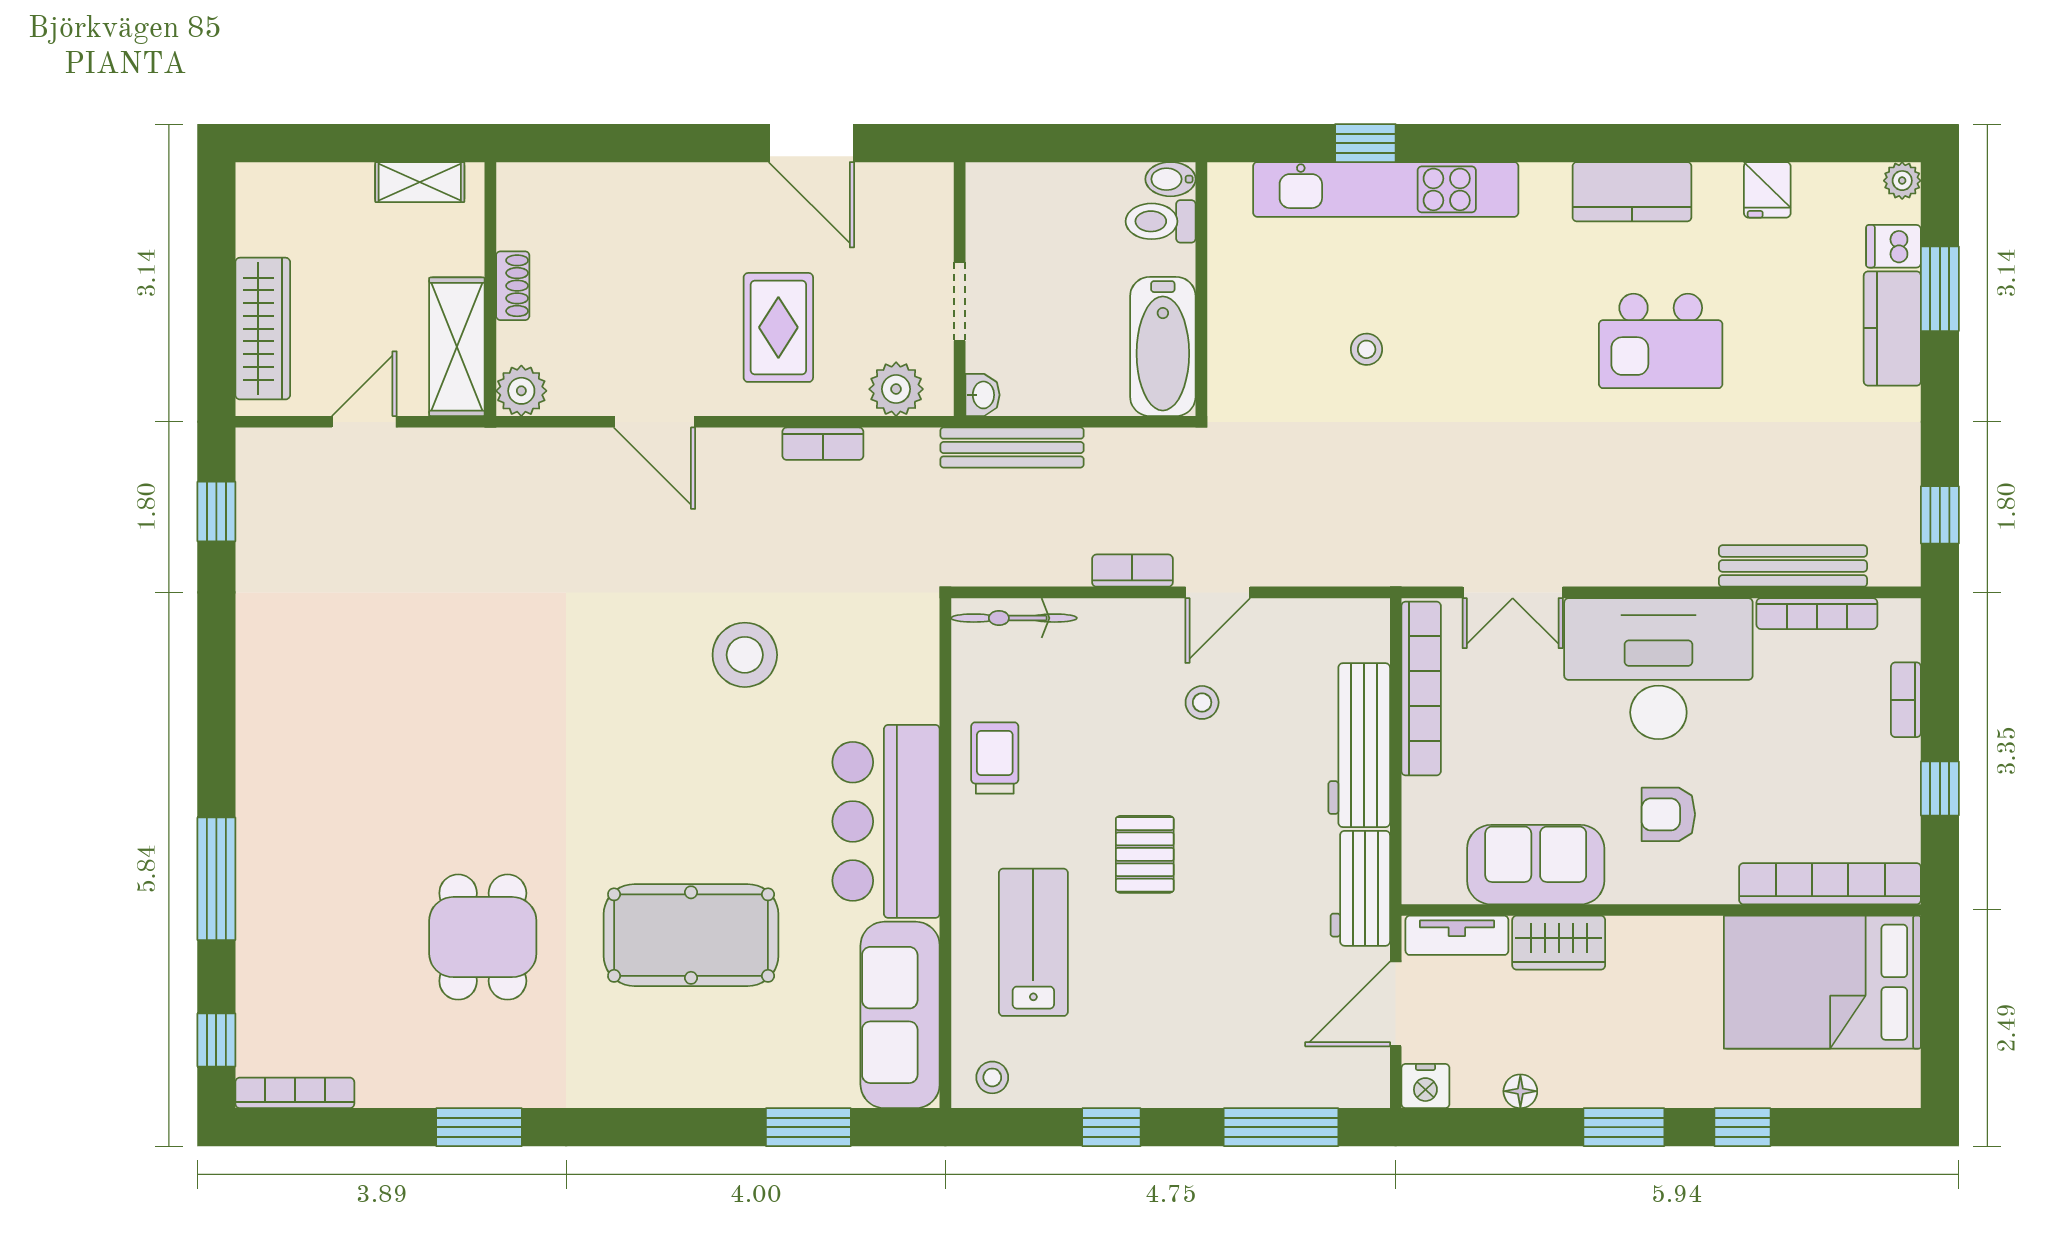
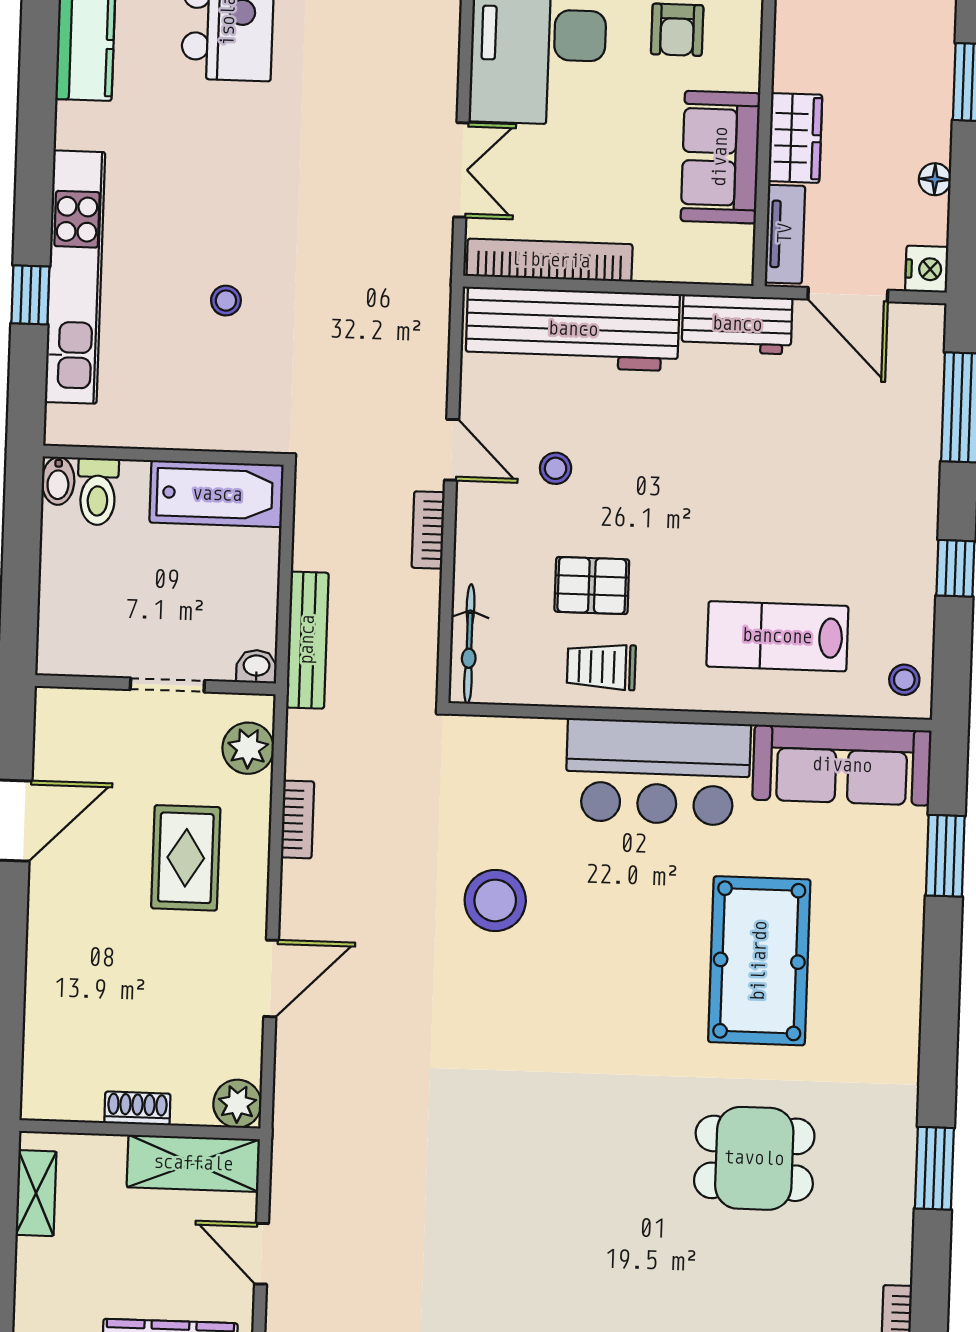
rug: (778, 327) -> (186, 858), turned 90
workbench: (1359, 745) -> (573, 329), width x1.36, depth x1.32
pallet: (1145, 854) -> (592, 586), moved

